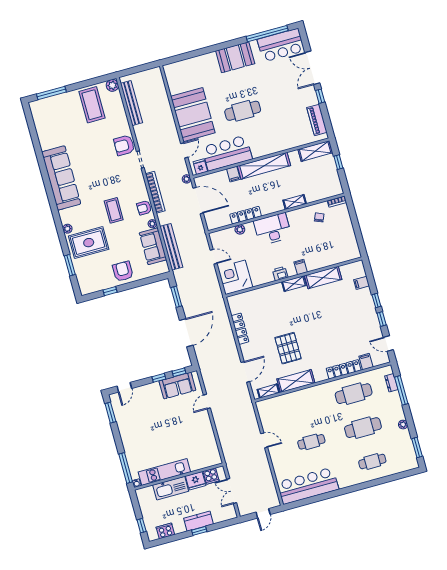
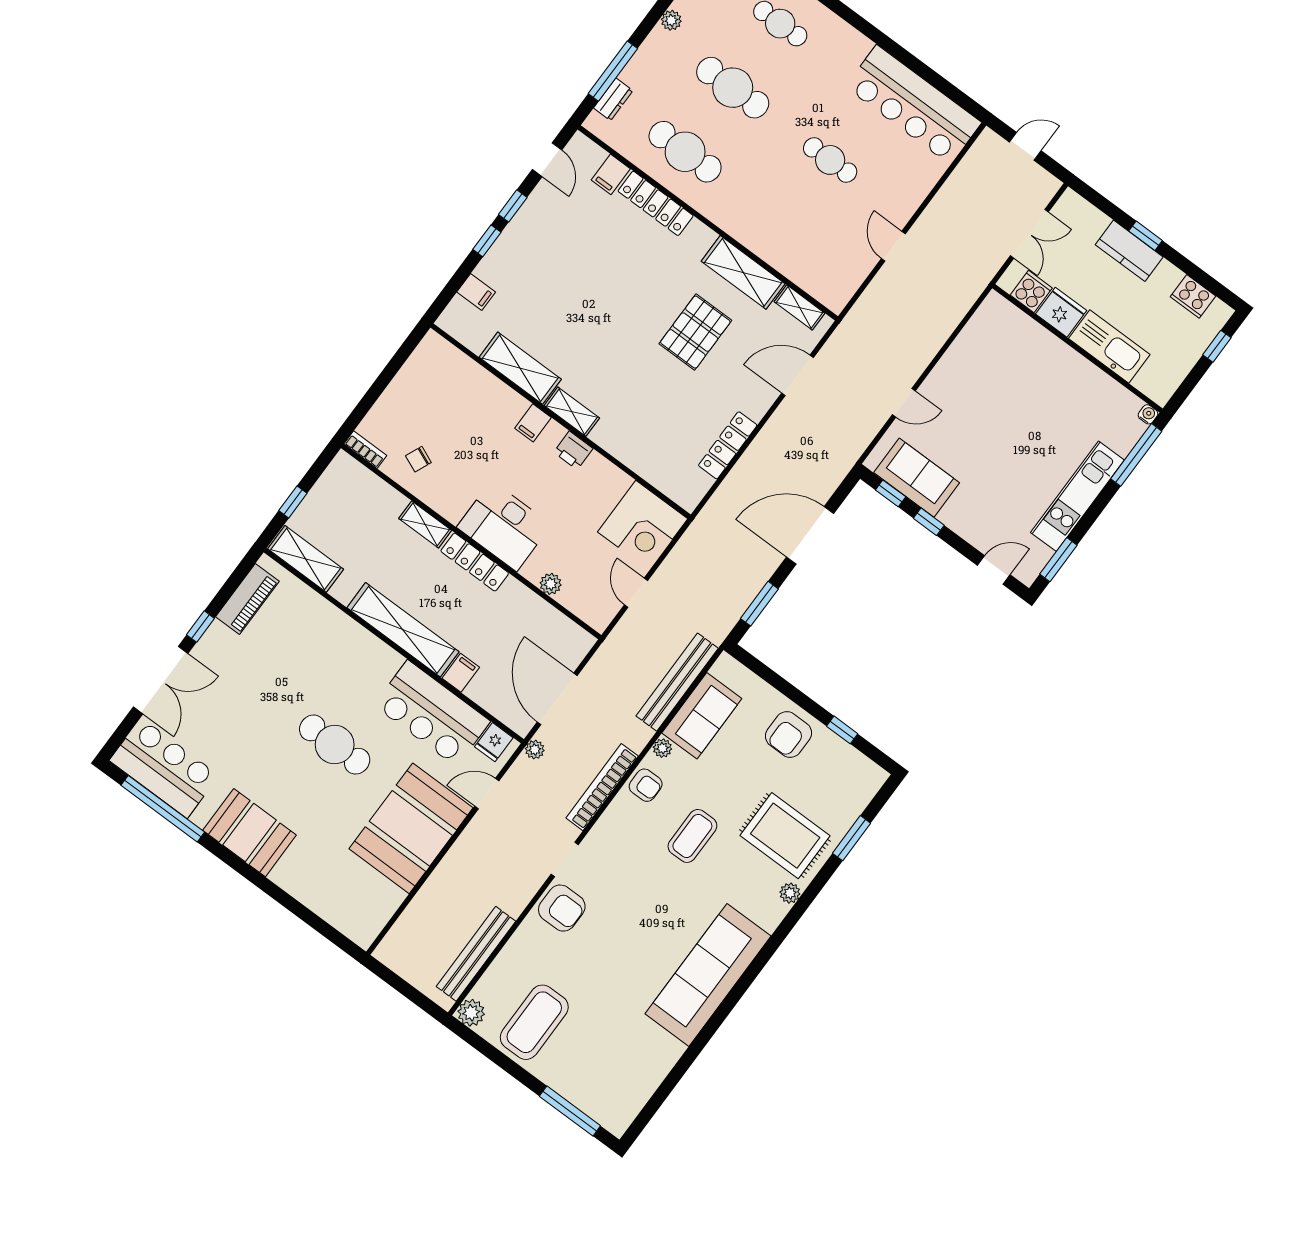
locker: (246, 215) -> (475, 562), moved
kitchen unit: (164, 472) -> (1077, 496), moved, turned 90

